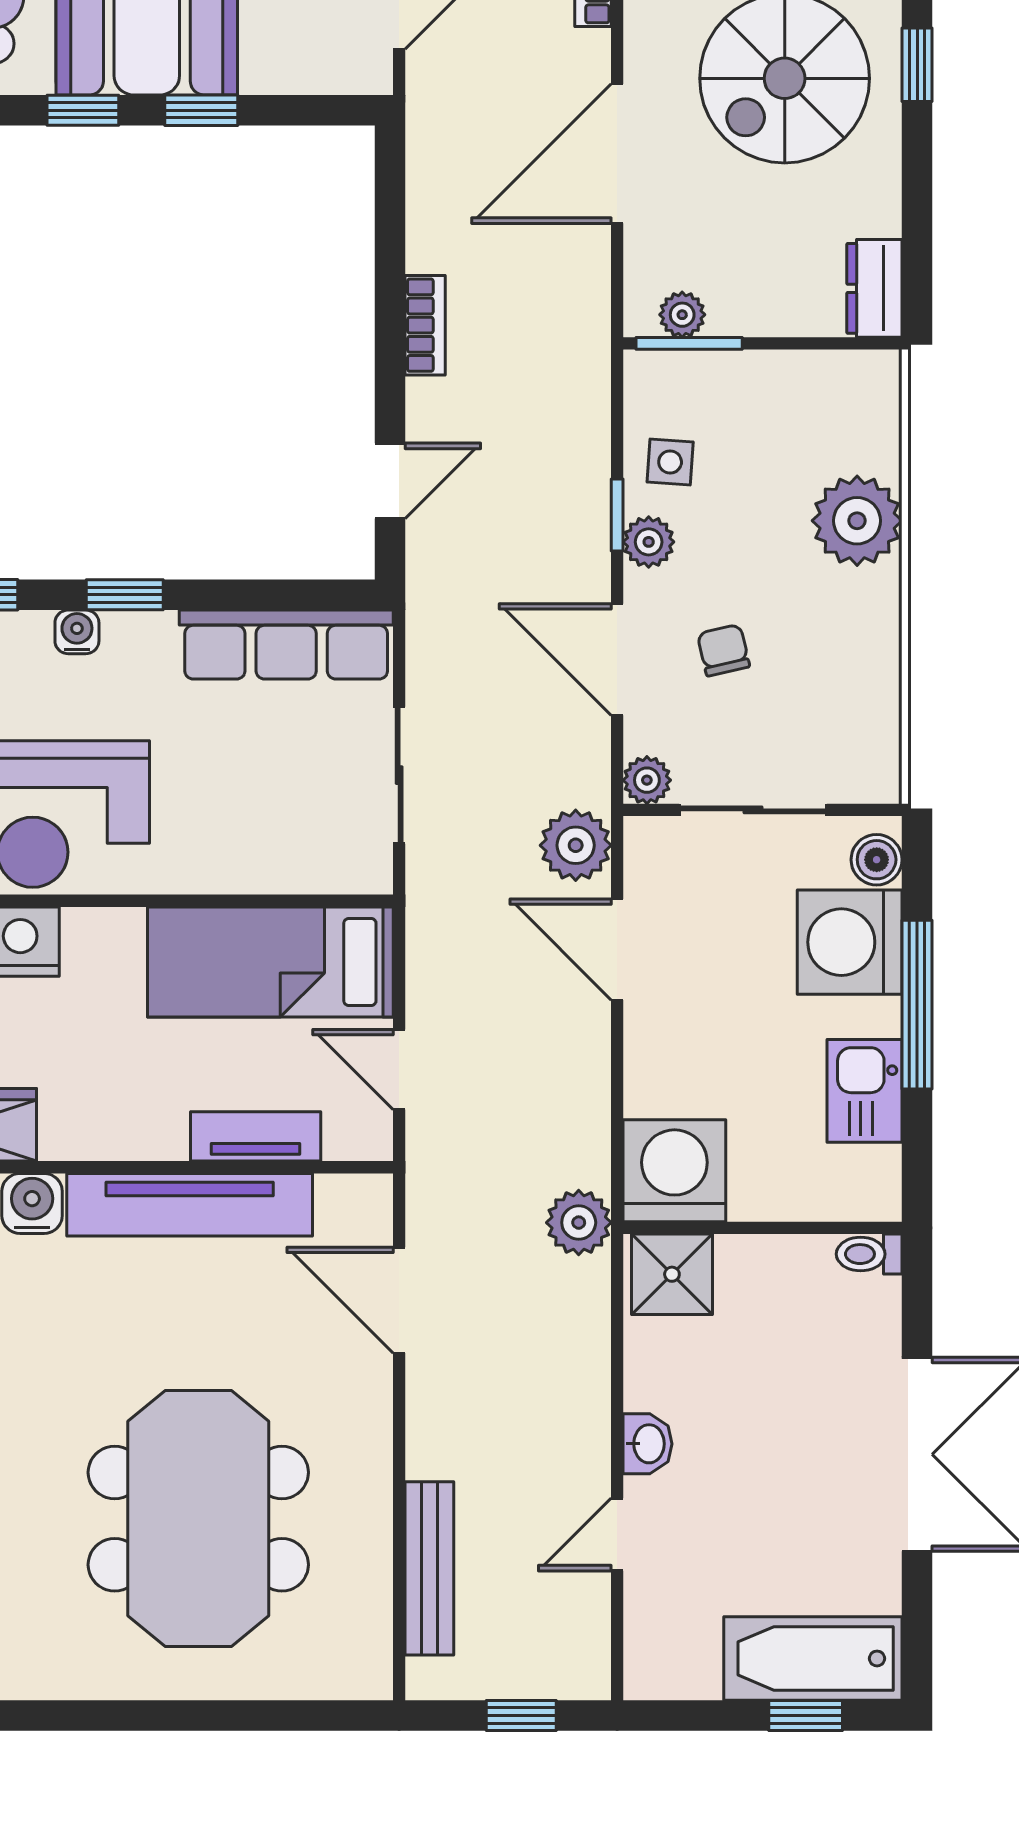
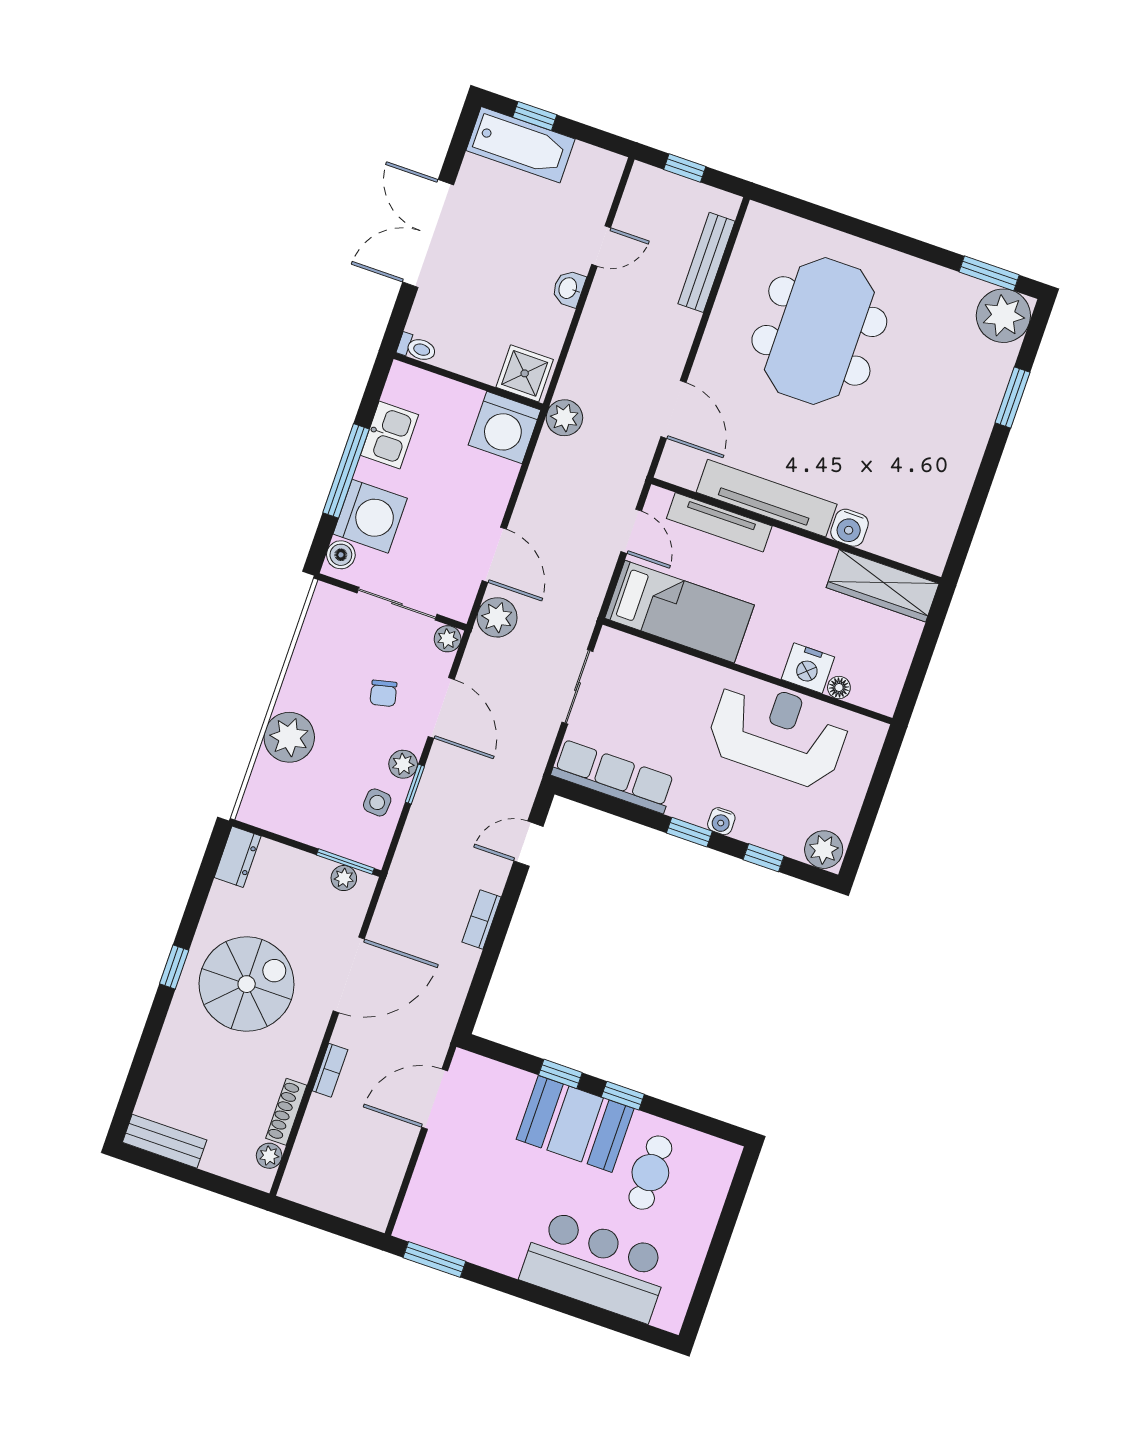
tv unit: (256, 1136) -> (719, 522), width x1.41

